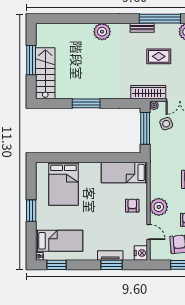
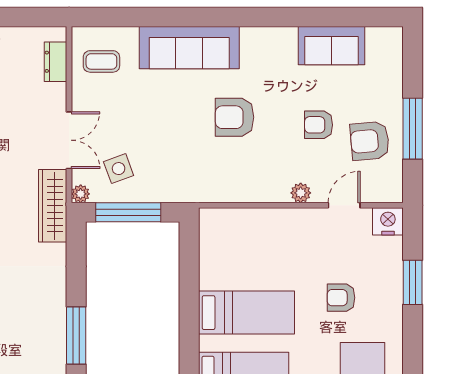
bed: (124, 172) -> (246, 313), moved, turned -90
armchair: (132, 206) -> (341, 298), moved
plant: (159, 207) -> (301, 193), width x0.53, depth x0.53
tv unit: (110, 256) -> (393, 285), removed

